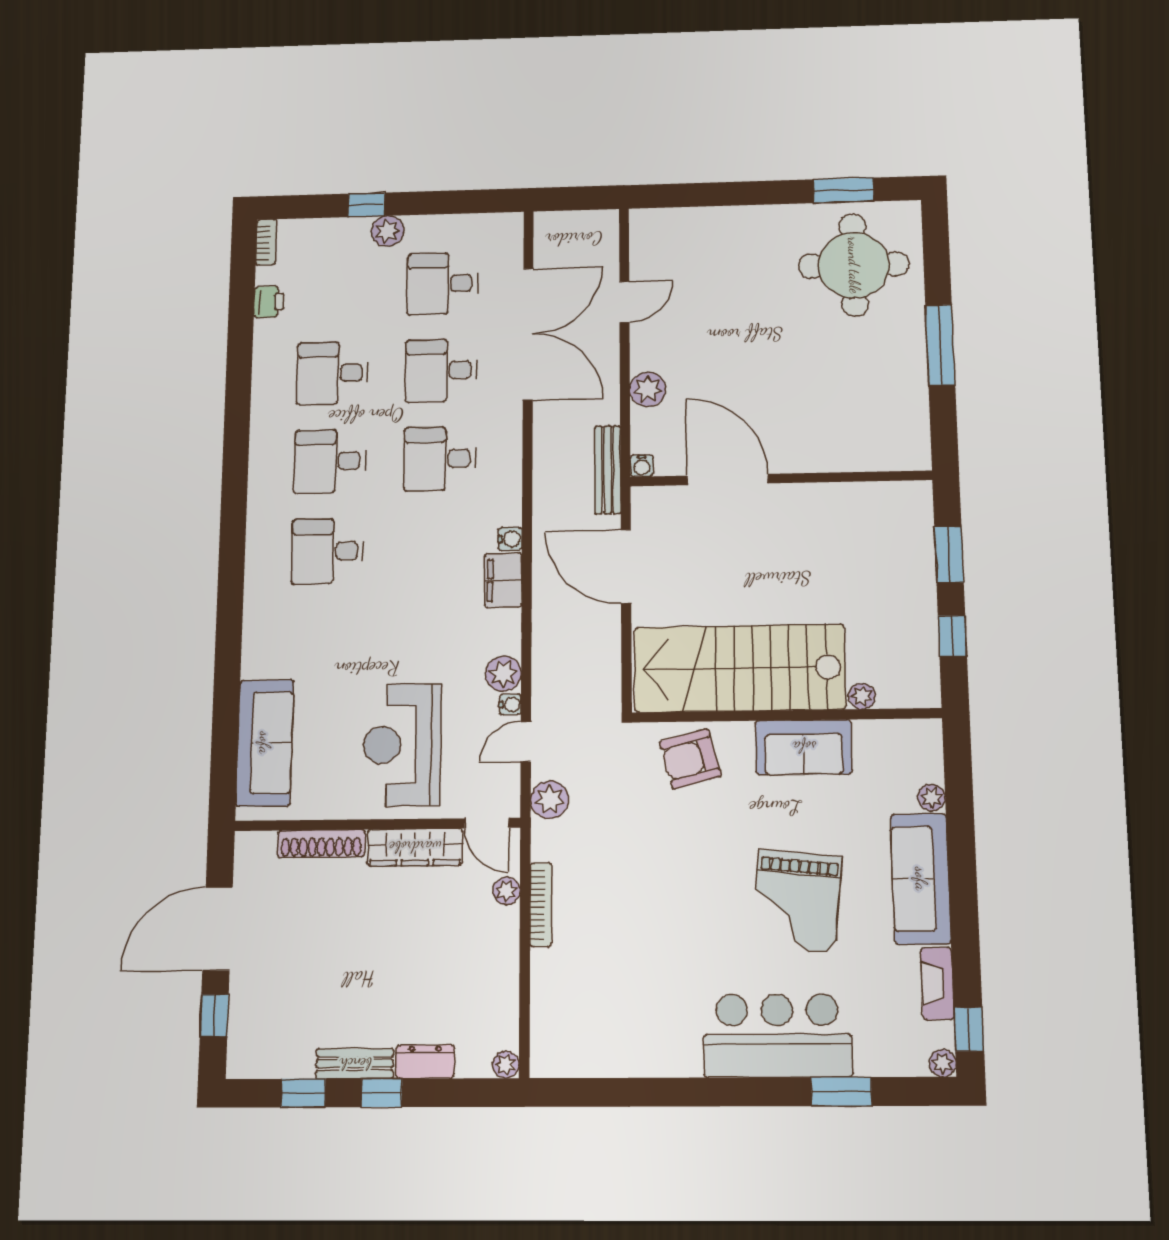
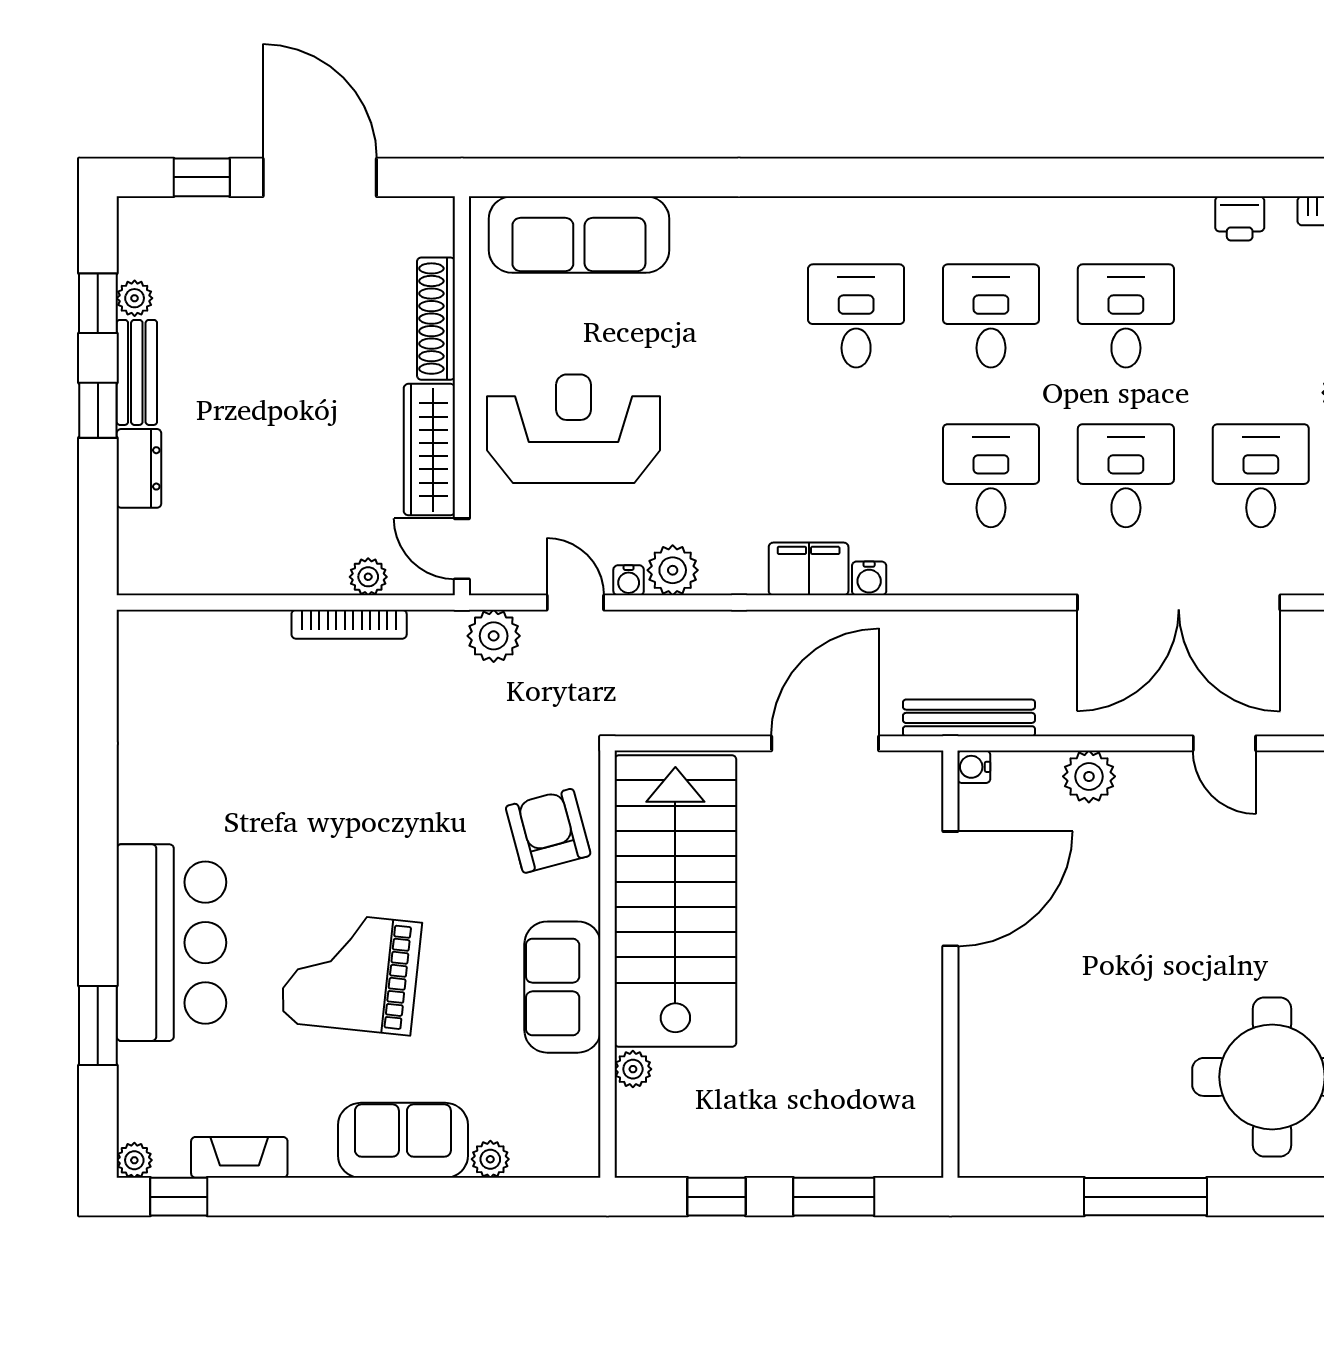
door: (487, 823) -> (462, 549), hinge flipped
sofa: (921, 879) -> (403, 1140), width x0.73
plant: (506, 1065) -> (135, 298), moved

